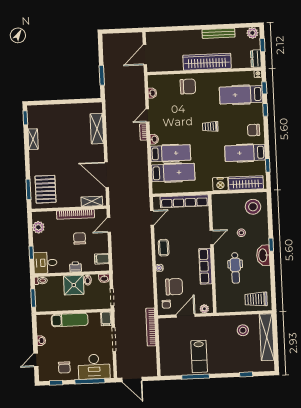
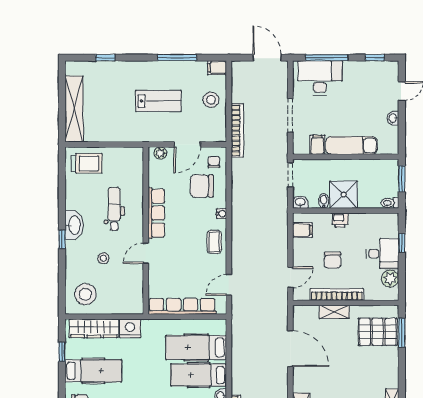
pallet: (45, 189) -> (378, 332), turned 90
shelving: (92, 201) -> (334, 312), moved
desk: (45, 263) -> (382, 254), moved
filing cabinet: (106, 319) -> (317, 145), moved
stool: (243, 330) -> (211, 100), moved
lab bench: (199, 356) -> (158, 101), moved, turned 90
chair: (64, 367) -> (362, 79), removed
filing cabinet: (167, 371) -> (217, 68), added

